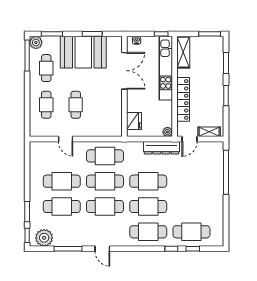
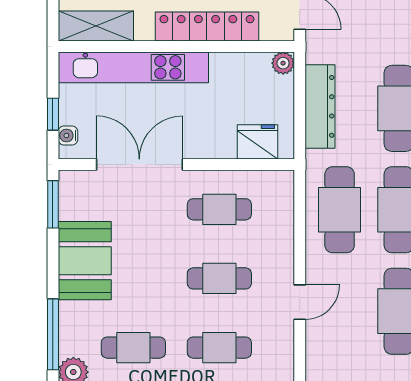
window: (52, 34) -> (53, 334), width x1.44
window: (92, 34) -> (53, 204), moved
window: (161, 34) -> (53, 114), moved
booth: (83, 52) -> (85, 261), width x0.73, depth x0.70
cafe table: (105, 105) -> (219, 209), added
dresser: (161, 148) -> (320, 106), moved

